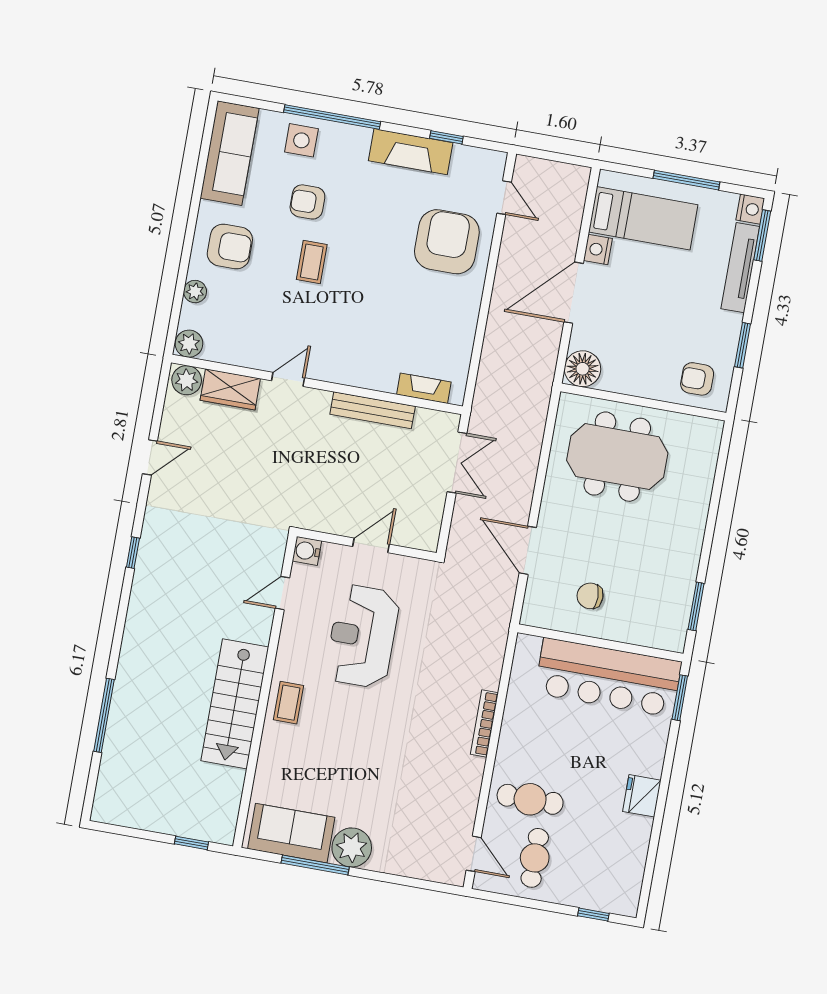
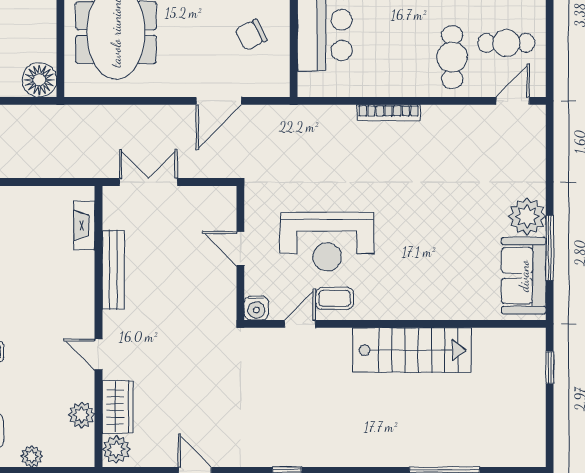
plant: (189, 344) -> (82, 415), moved
door: (282, 593) -> (300, 324), swing flipped
chair: (590, 596) -> (251, 35), turned 63
coffee table: (289, 703) -> (335, 298), moved

